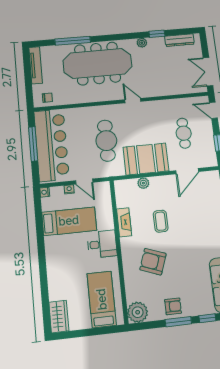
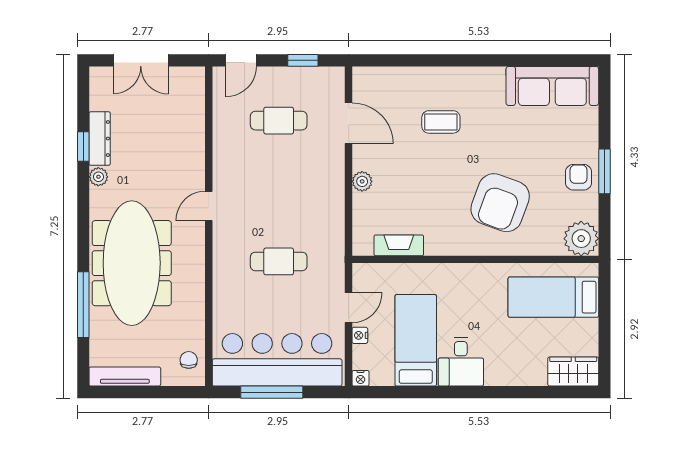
dresser: (179, 40) -> (100, 139), moved
double door: (208, 72) -> (141, 60), moved
cafe table: (106, 141) -> (279, 261), width x0.73, depth x0.74
booth: (146, 159) -> (319, 194), removed
plant: (143, 183) -> (362, 181), moved
coffee table: (161, 221) -> (441, 122), moved
fireplace: (124, 222) -> (399, 245), moved
desk: (102, 244) -> (461, 362), moved, turned 180
armchair: (153, 262) -> (500, 203), width x1.36, depth x1.36
window: (207, 318) -> (604, 121), removed

